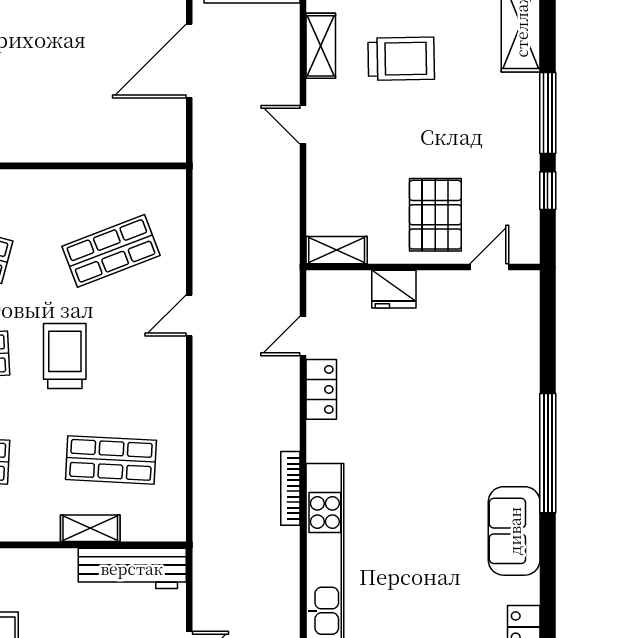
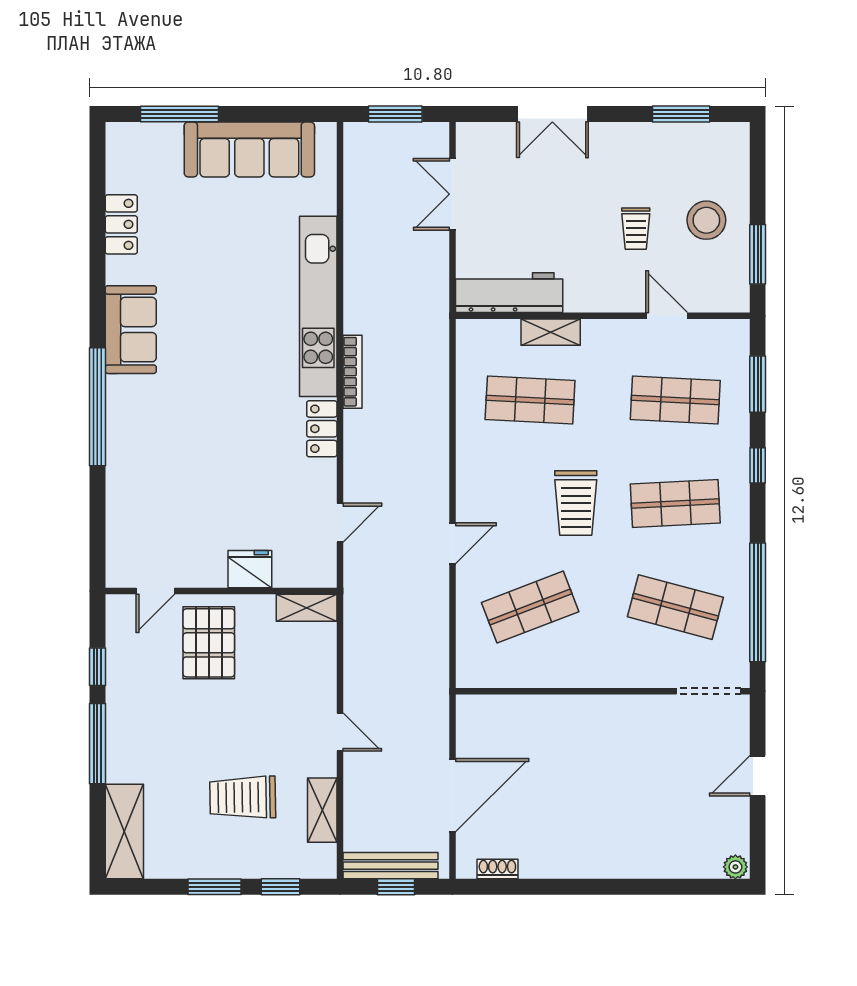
locker: (321, 389) -> (322, 429), moved

